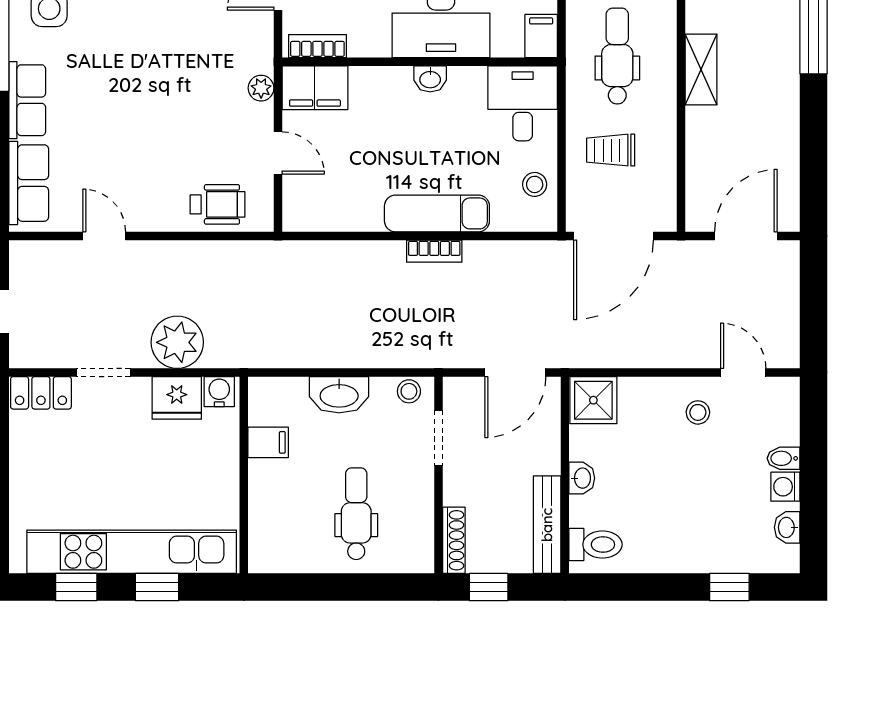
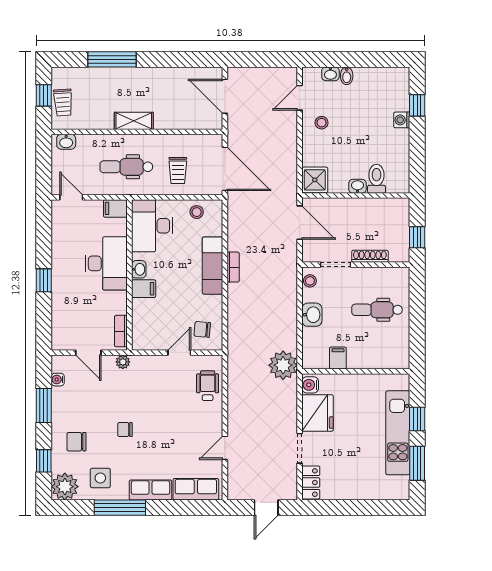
chair: (138, 54) -> (125, 430), added
plant: (261, 88) -> (123, 362), moved
filing cabinet: (315, 88) -> (144, 289), moved, width x0.50
desk: (523, 103) -> (152, 226), width x1.37
chair: (320, 195) -> (202, 329), added
plant: (177, 342) -> (283, 365), moved
washbasin: (339, 395) -> (312, 315), width x0.72
fridge: (177, 398) -> (318, 413), width x1.36, depth x1.34
washing machine: (785, 487) -> (402, 120), moved, turned 90
bench: (547, 525) -> (383, 205), removed
washbasin: (787, 527) -> (330, 74), moved
shoe rack: (454, 540) -> (370, 256), moved
toilet: (596, 545) -> (376, 179), moved
kitchen unit: (132, 552) -> (398, 433), width x0.73
window: (76, 587) -> (417, 463), width x1.50

